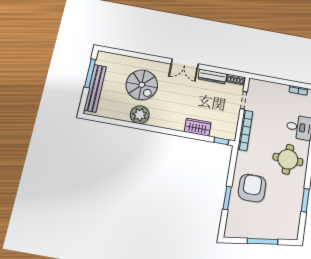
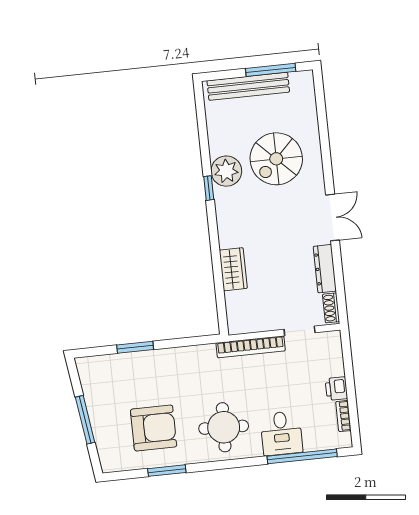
double door: (185, 64) -> (333, 217), swing flipped
printer: (282, 90) -> (336, 389), added
window: (221, 141) -> (209, 188), moved
armchair: (252, 188) -> (154, 428), moved

